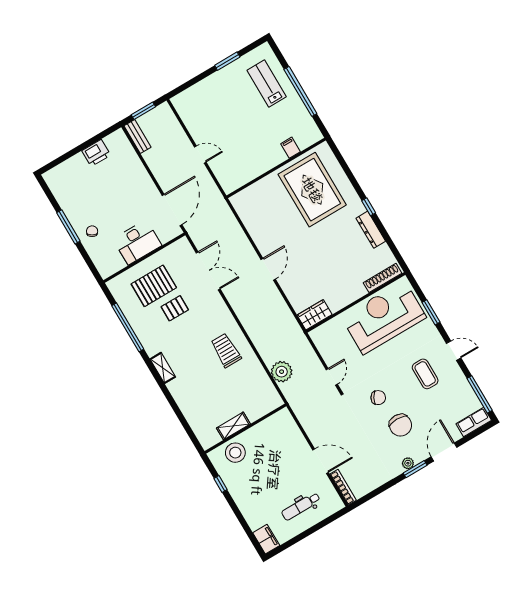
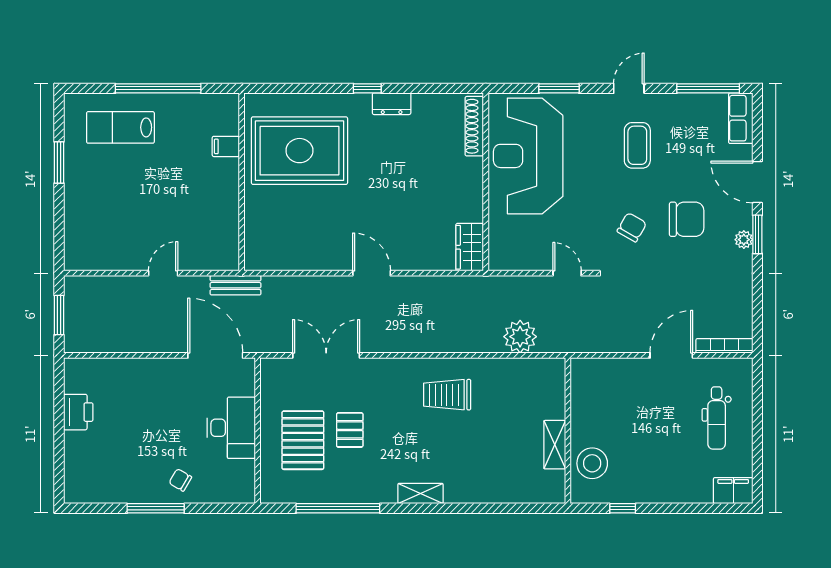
bench: (138, 136) -> (236, 285), moved
dresser: (371, 230) -> (392, 104), width x0.70
coffee table: (425, 374) -> (637, 145), turned 90

